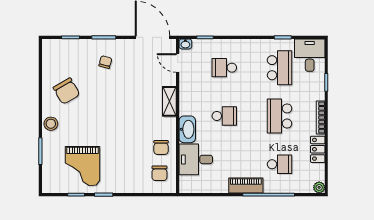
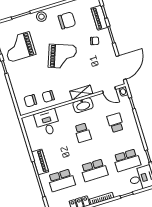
piano: (76, 46) -> (99, 18), added
door: (178, 63) -> (109, 90), swing flipped
chair: (66, 91) -> (67, 20), turned -150
grand piano: (113, 112) -> (62, 56), added
school desk: (280, 116) -> (94, 170), turned 180
washbasin: (187, 129) -> (83, 105), moved
school desk: (280, 164) -> (61, 180), width x1.85

